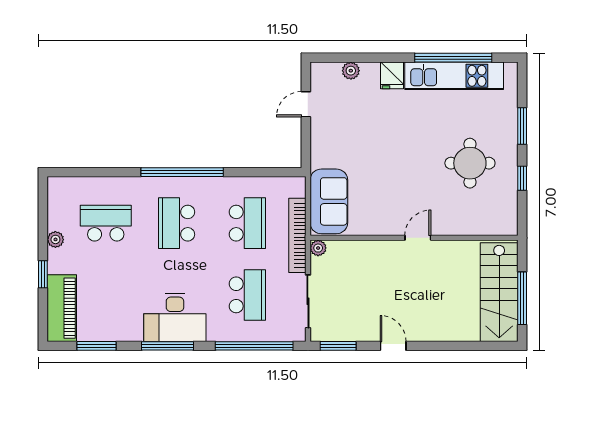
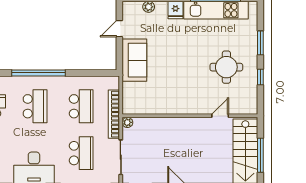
sofa: (329, 201) -> (134, 60), moved
school desk: (177, 223) -> (35, 106), turned 180
door: (418, 238) -> (220, 116), moved

